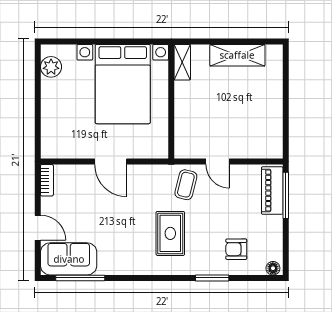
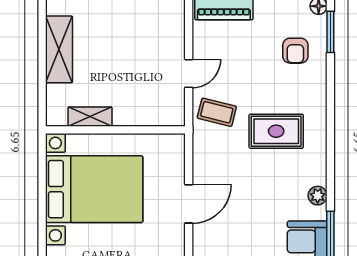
shelving: (182, 62) -> (90, 117), moved
plant: (117, 267) -> (318, 196), added
window: (212, 278) -> (330, 32), moved

